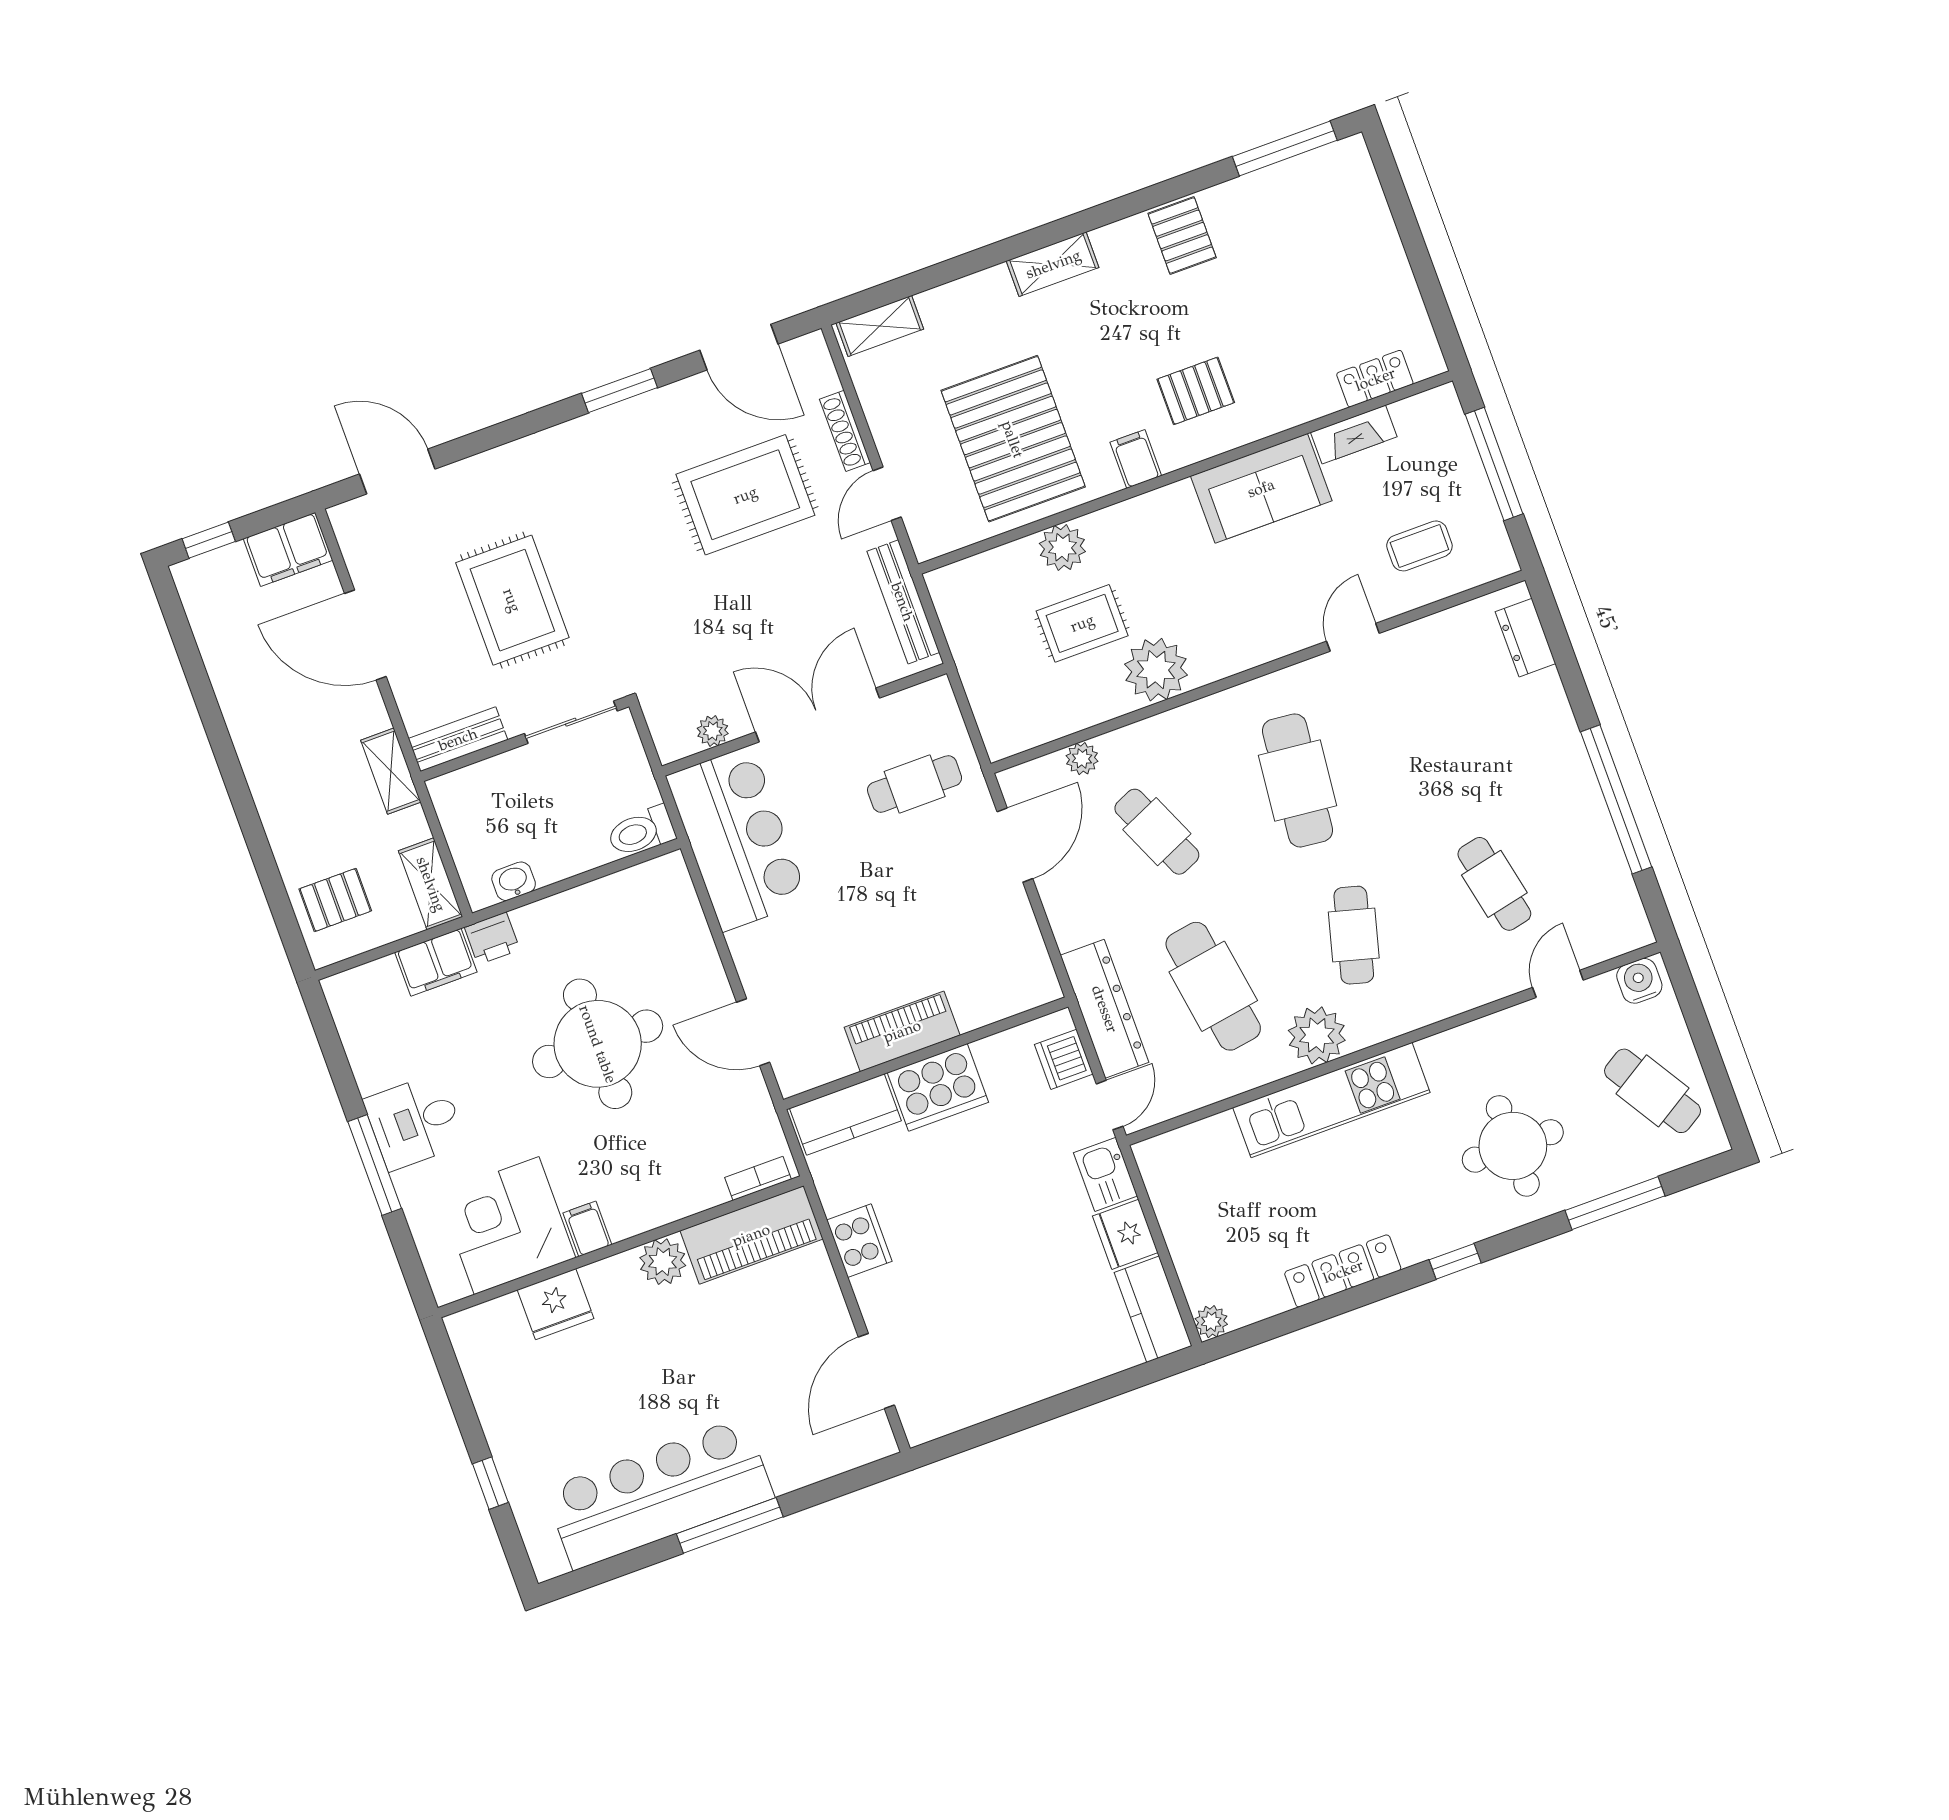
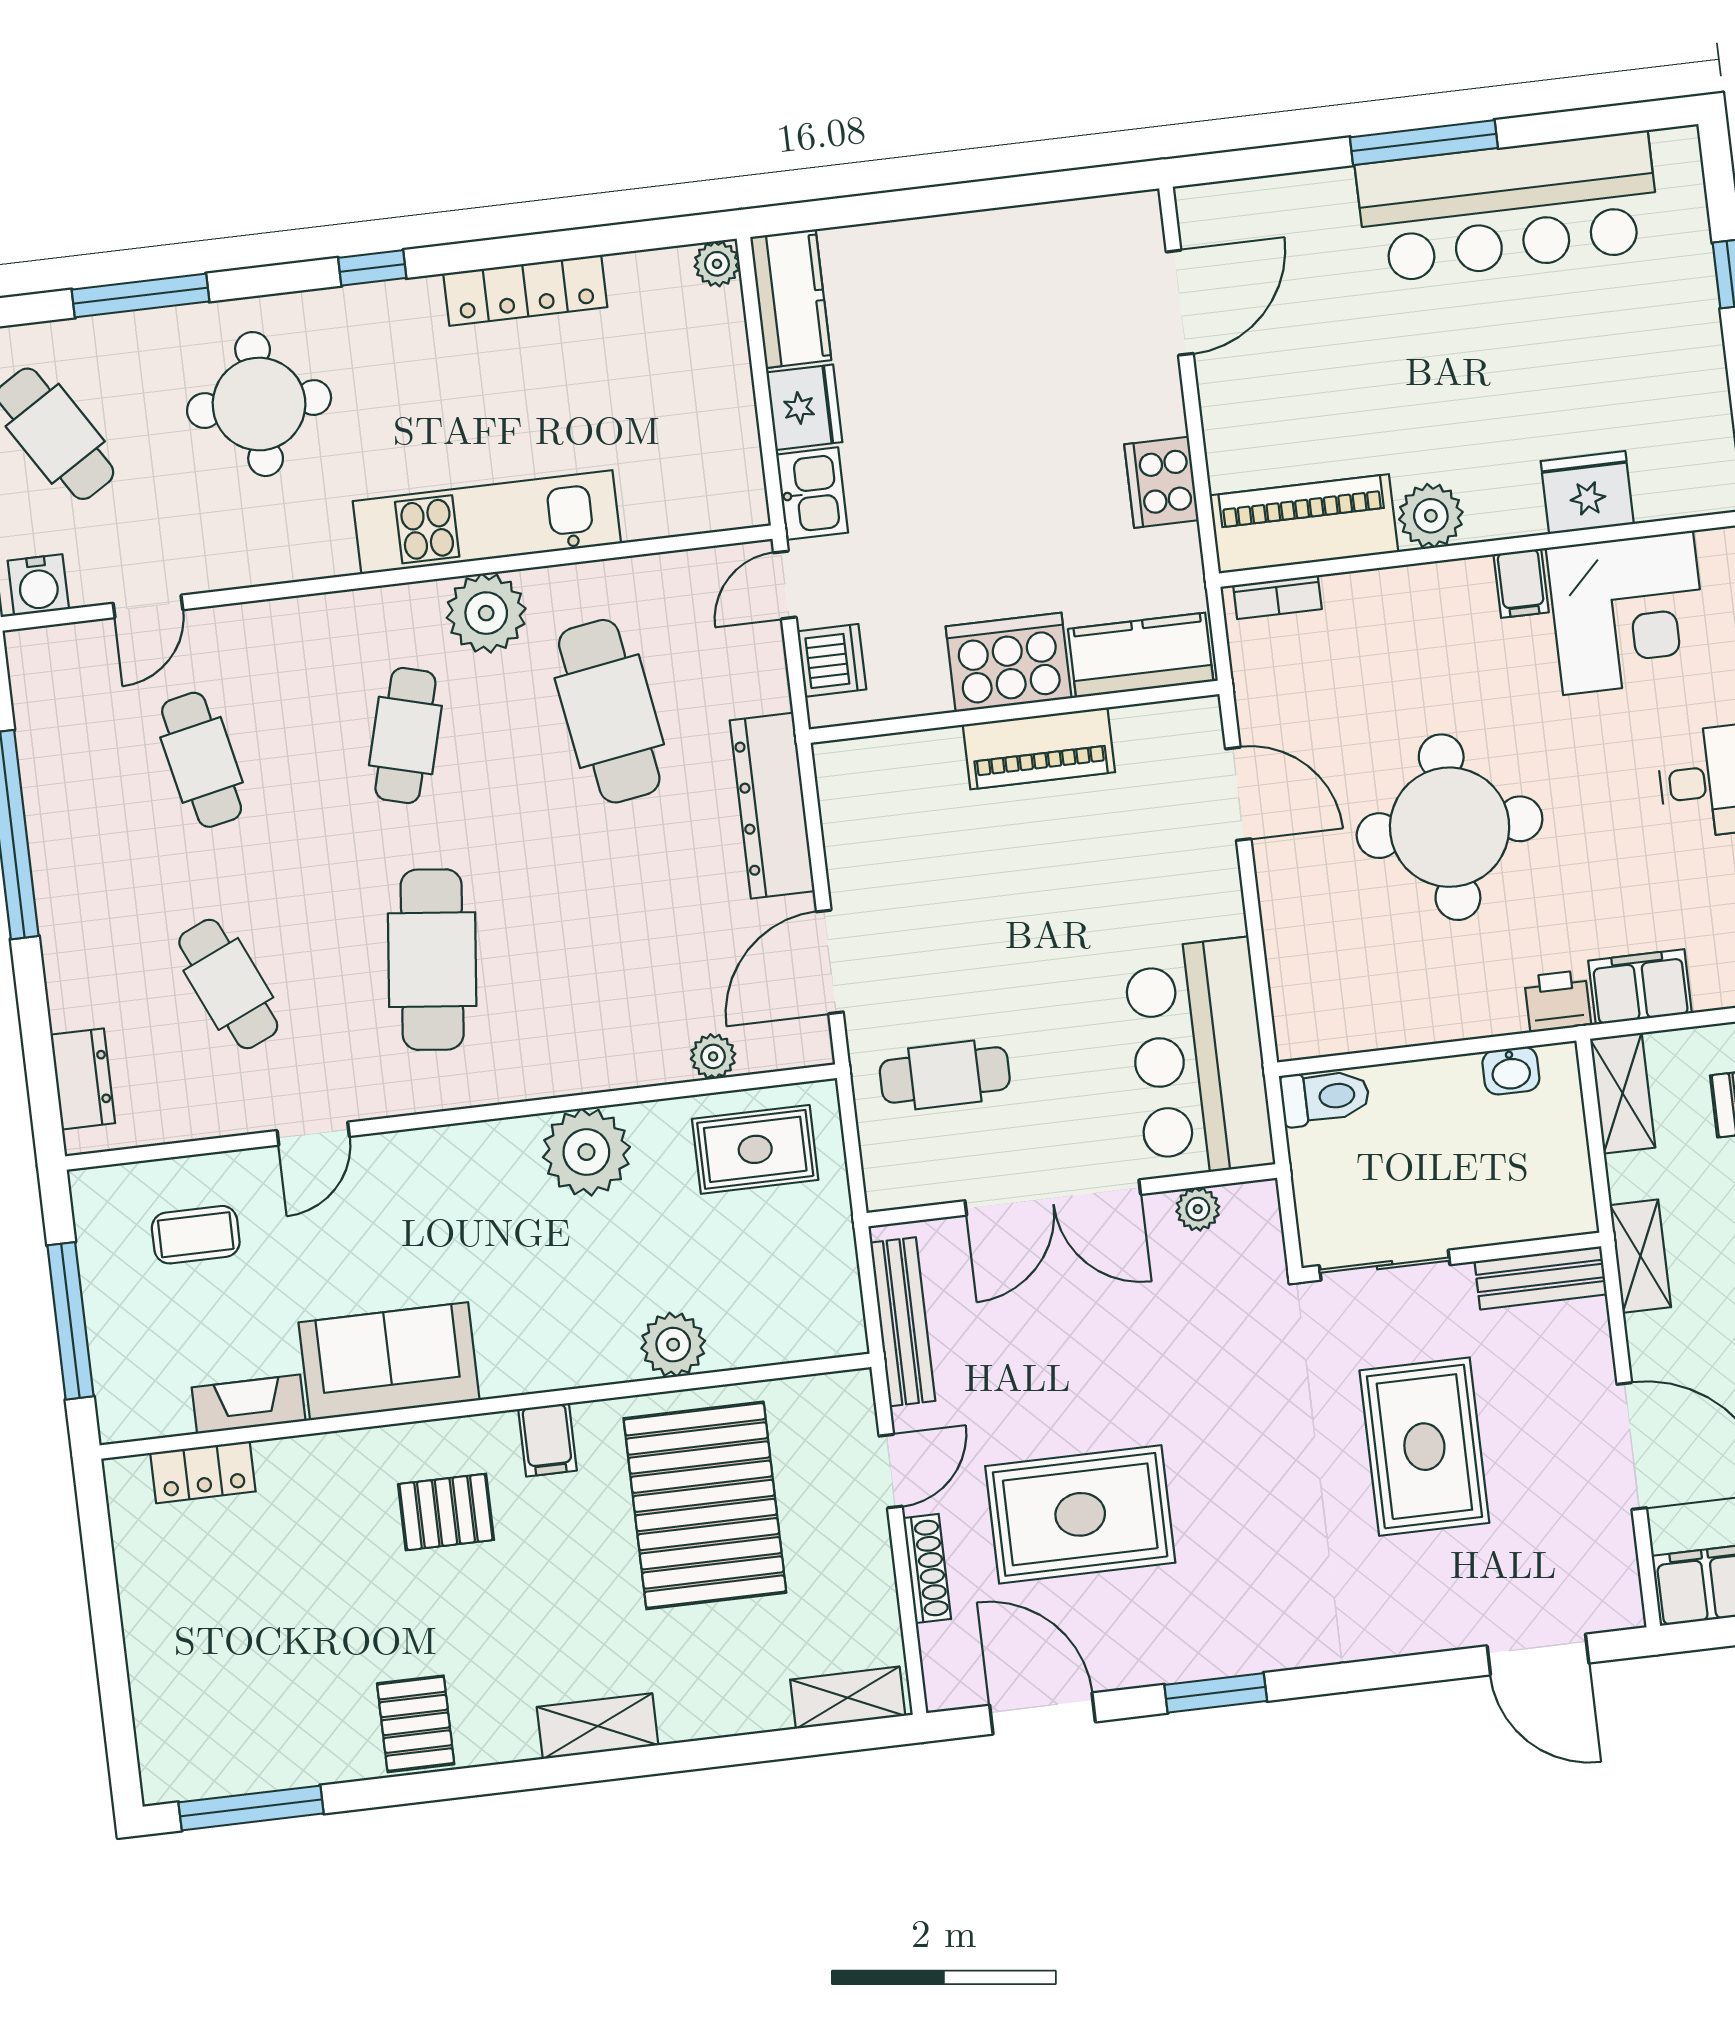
rug: (1082, 623) -> (755, 1149), moved
cafe table: (1157, 832) -> (228, 984), moved
dresser: (1105, 1009) -> (772, 806), moved

